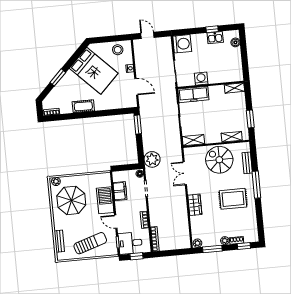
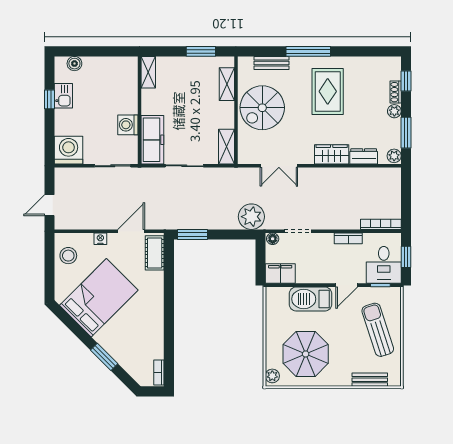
cot: (83, 106) -> (155, 253), moved
filing cabinet: (120, 191) -> (280, 274), moved
dresser: (195, 225) -> (364, 156), added

